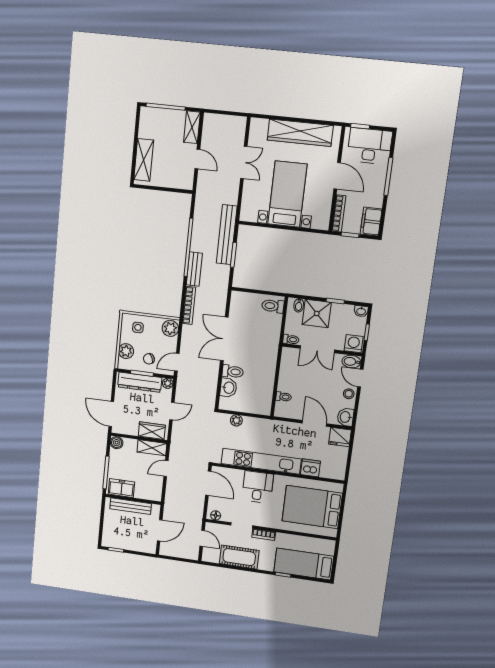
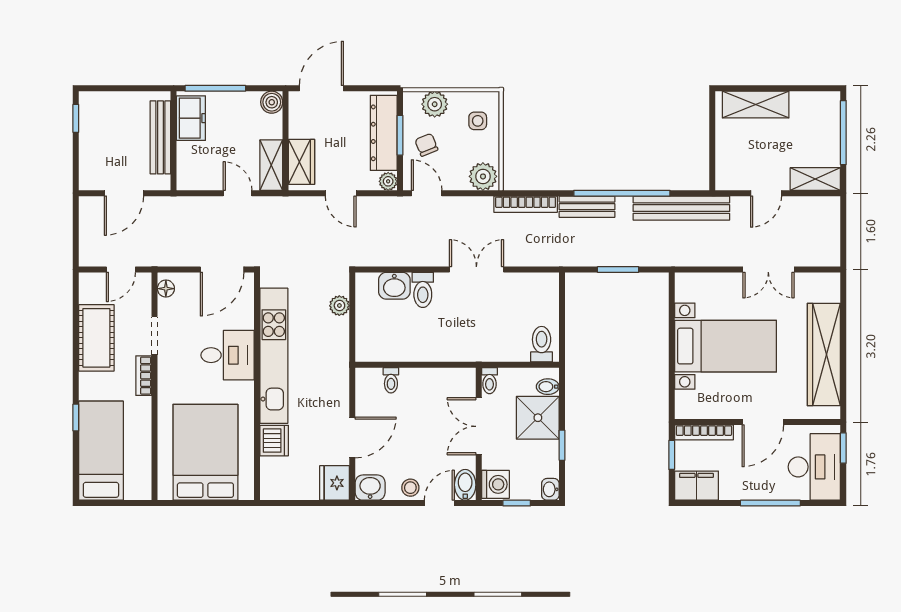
bench: (227, 235) -> (681, 208), moved
double door: (224, 339) -> (476, 269), width x0.73
door: (160, 530) -> (124, 193), hinge flipped

